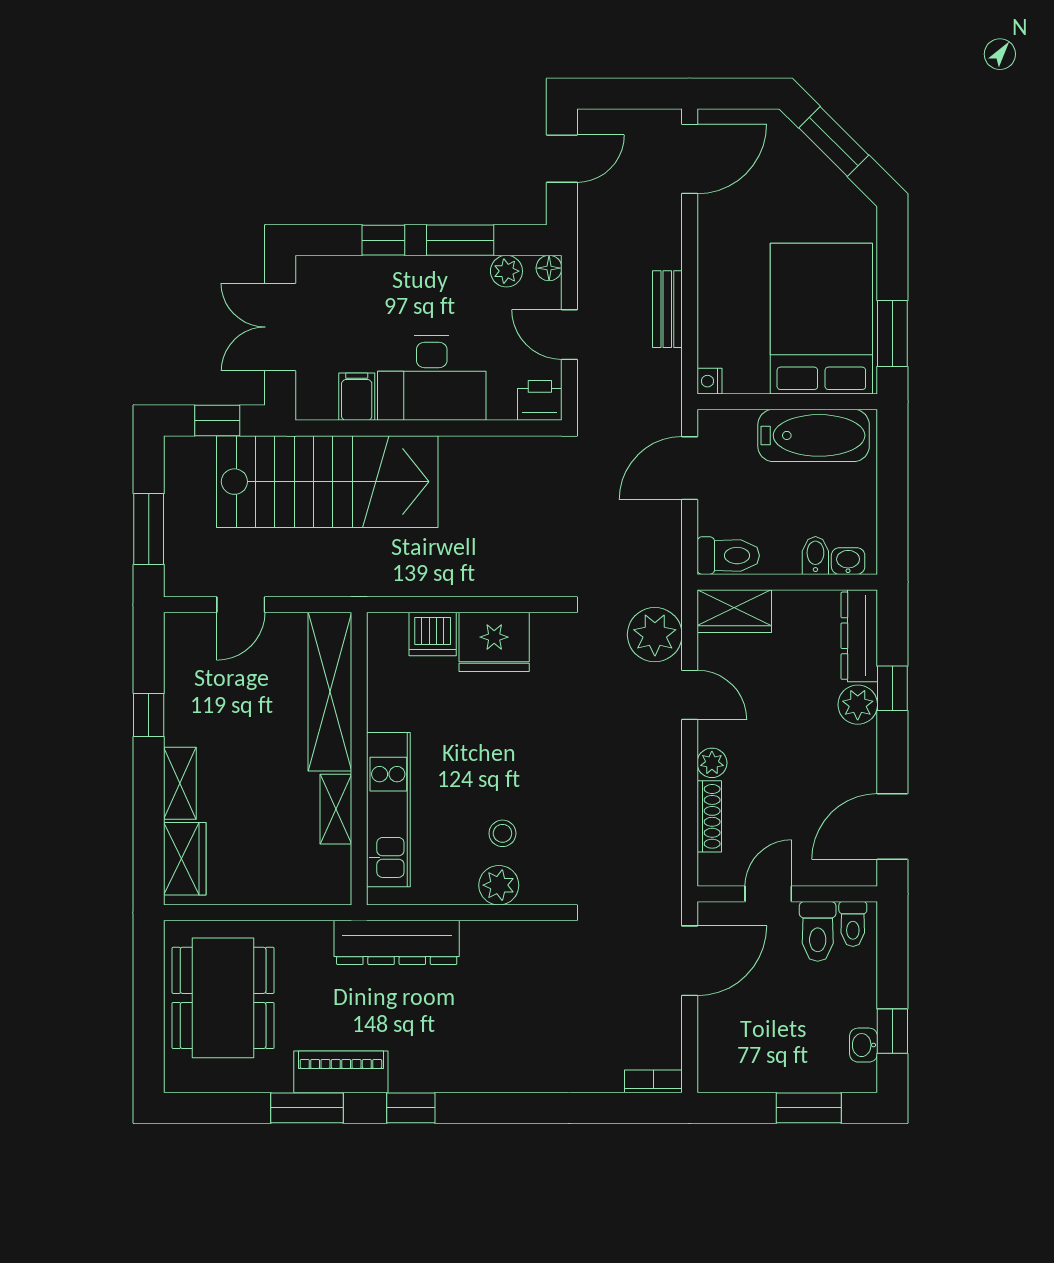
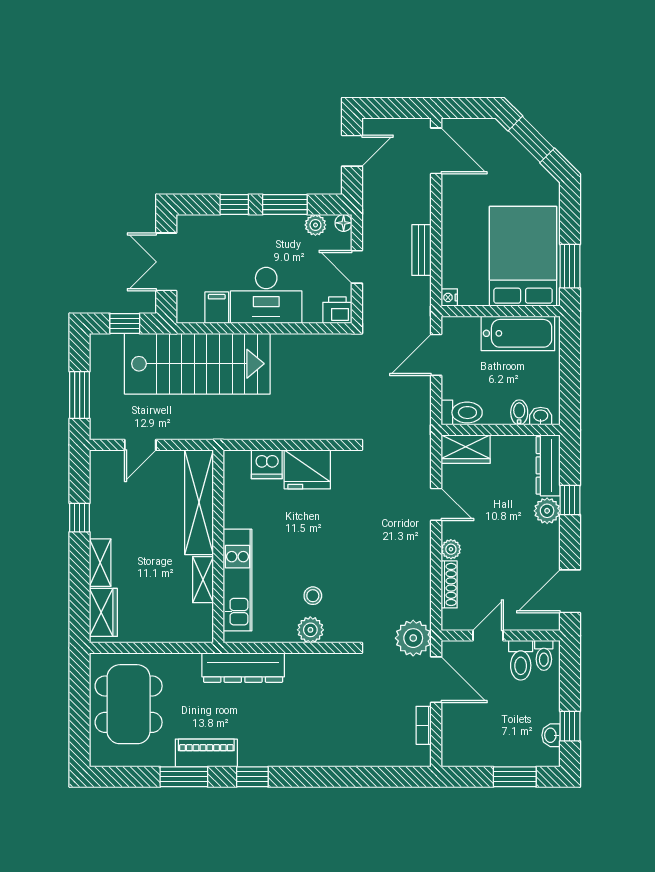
door: (690, 159) -> (436, 151), hinge flipped
plant: (655, 635) -> (413, 638), moved
door: (690, 961) -> (436, 680), hinge flipped
bookcase: (653, 1081) -> (424, 725), moved, turned -90

